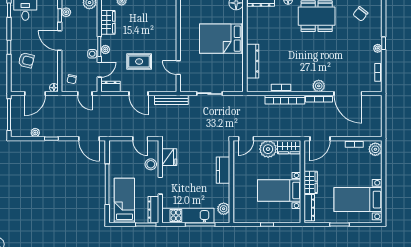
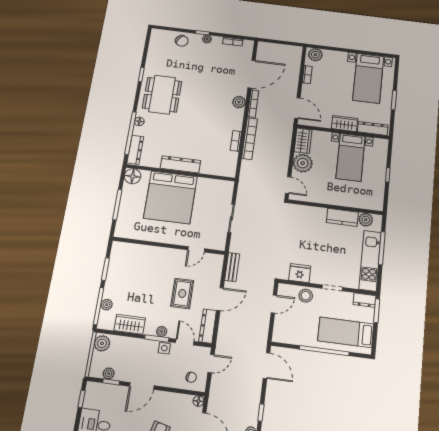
chair: (360, 14) -> (182, 41), moved
bed: (221, 39) -> (170, 197), width x1.36
dresser: (253, 61) -> (180, 164), moved
dresser: (111, 86) -> (208, 326), width x1.44
bench: (171, 100) -> (232, 267), width x0.73
door: (89, 139) -> (267, 366), hinge flipped
kitchen counter: (223, 170) -> (342, 217), moved
dresser: (153, 210) -> (365, 300), width x0.70

